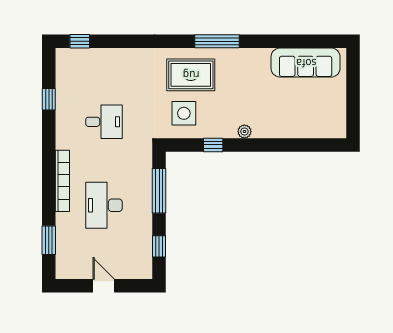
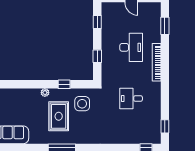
rug: (191, 75) -> (59, 116), moved, turned 90
window: (49, 99) -> (165, 126), moved
window: (159, 191) -> (97, 56), width x0.46

